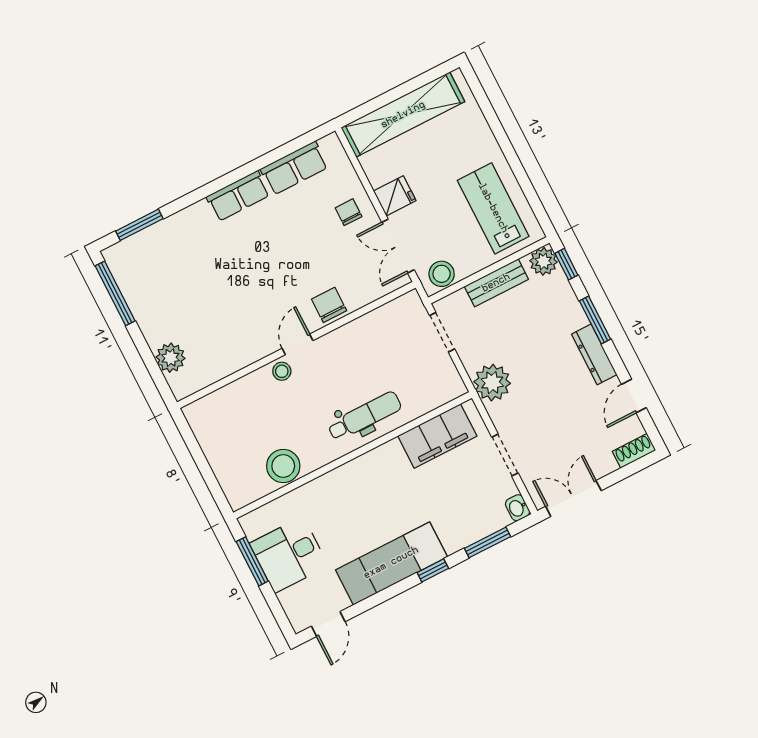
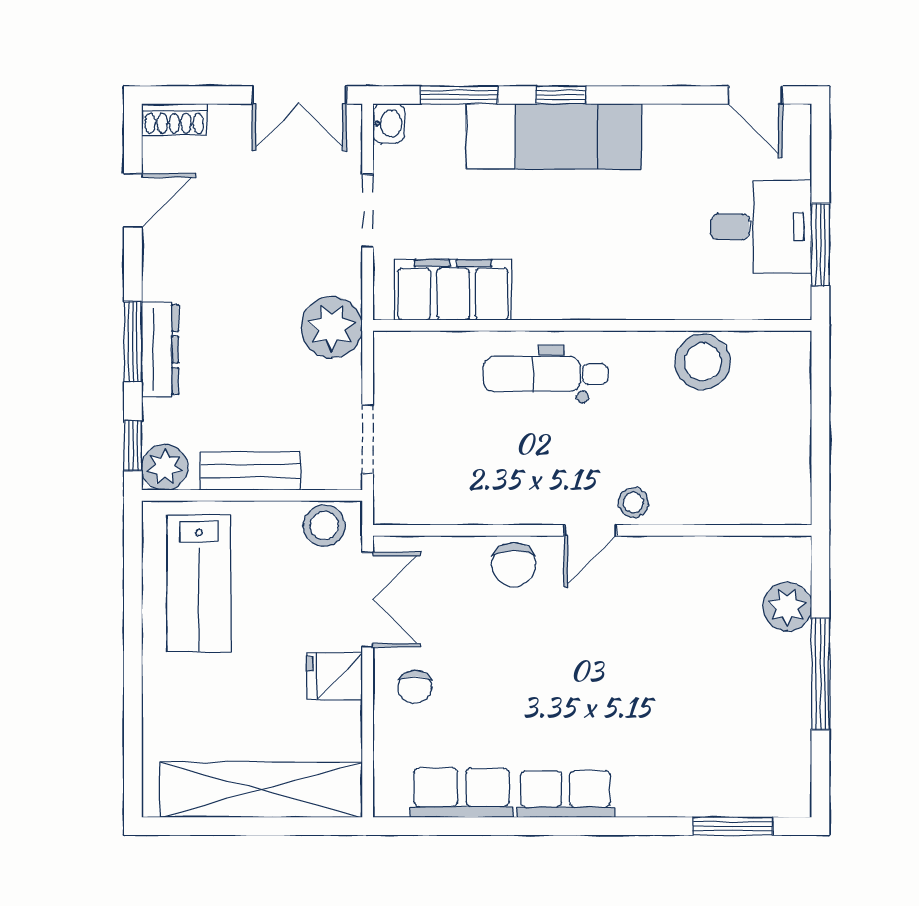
window: (115, 293) -> (820, 674), moved
dresser: (594, 354) -> (160, 350), moved
exam couch: (391, 563) -> (554, 136), moved
door: (328, 624) -> (755, 95), swing flipped

